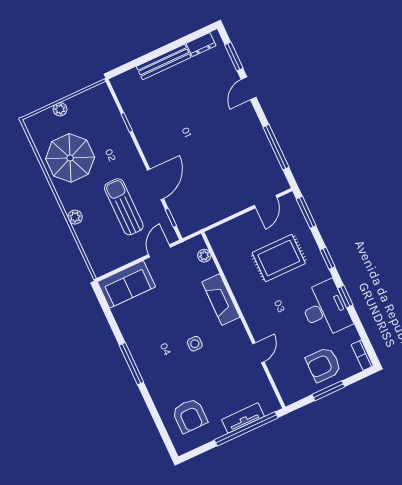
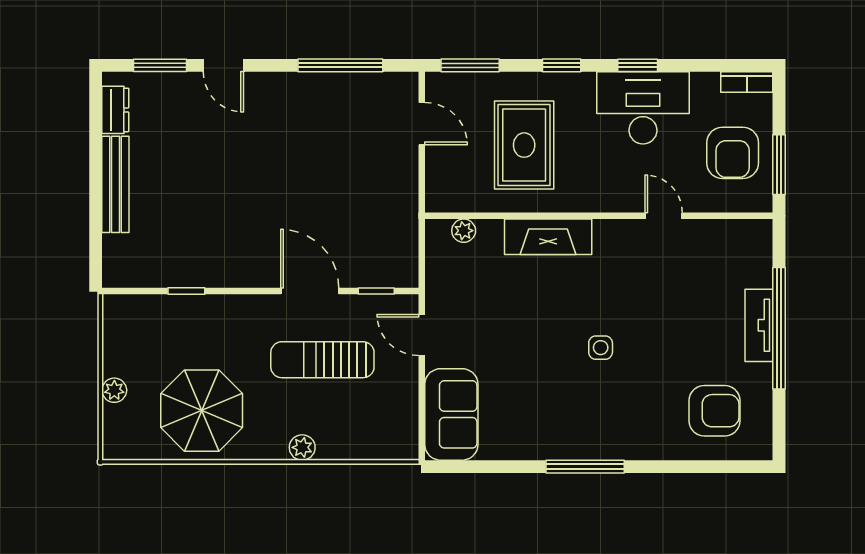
plant: (204, 256) -> (464, 231), moved
fireplace: (221, 300) -> (548, 237), moved
wall: (243, 320) -> (599, 216), moved
door: (258, 353) -> (664, 216), moved

